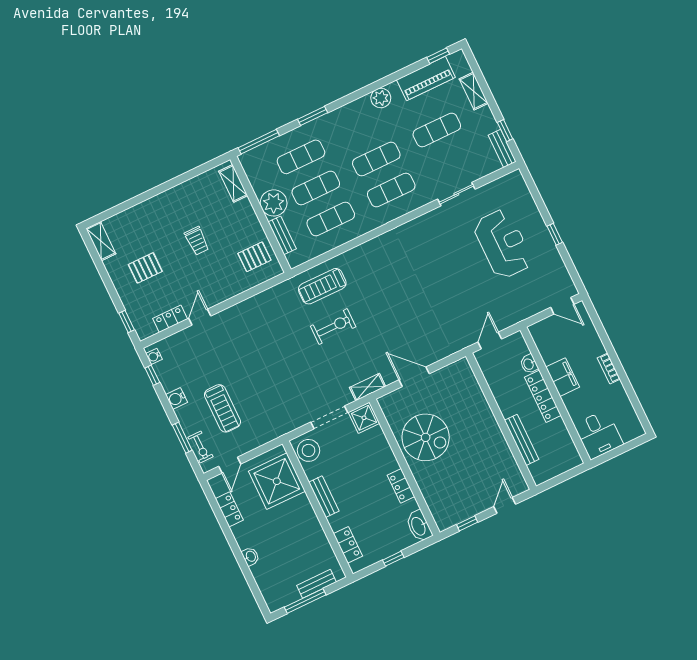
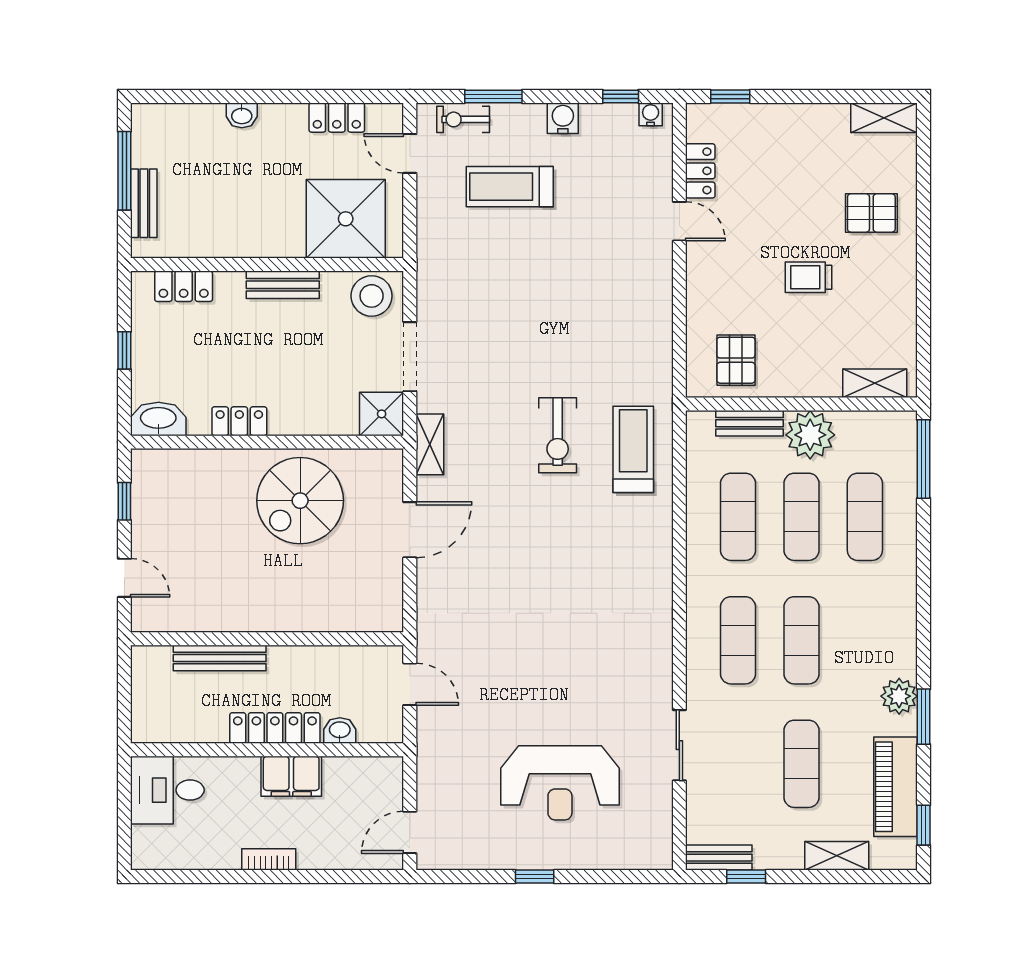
window: (313, 116) -> (924, 717), moved
pallet: (145, 268) -> (871, 213), moved, turned 90

